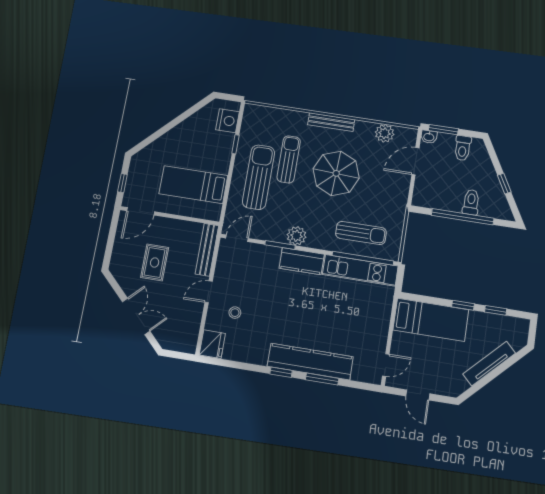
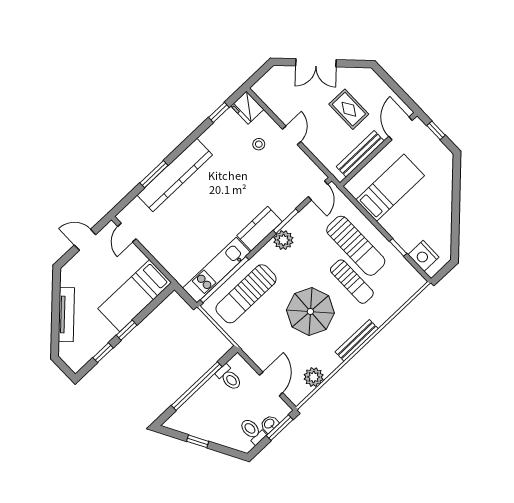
washbasin: (429, 137) -> (269, 424), moved
toilet: (471, 202) -> (229, 378), moved
sun lounger: (361, 233) -> (246, 294), width x1.36, depth x1.34
bench: (207, 250) -> (360, 154), moved, turned 90
window: (281, 372) -> (219, 112), moved

